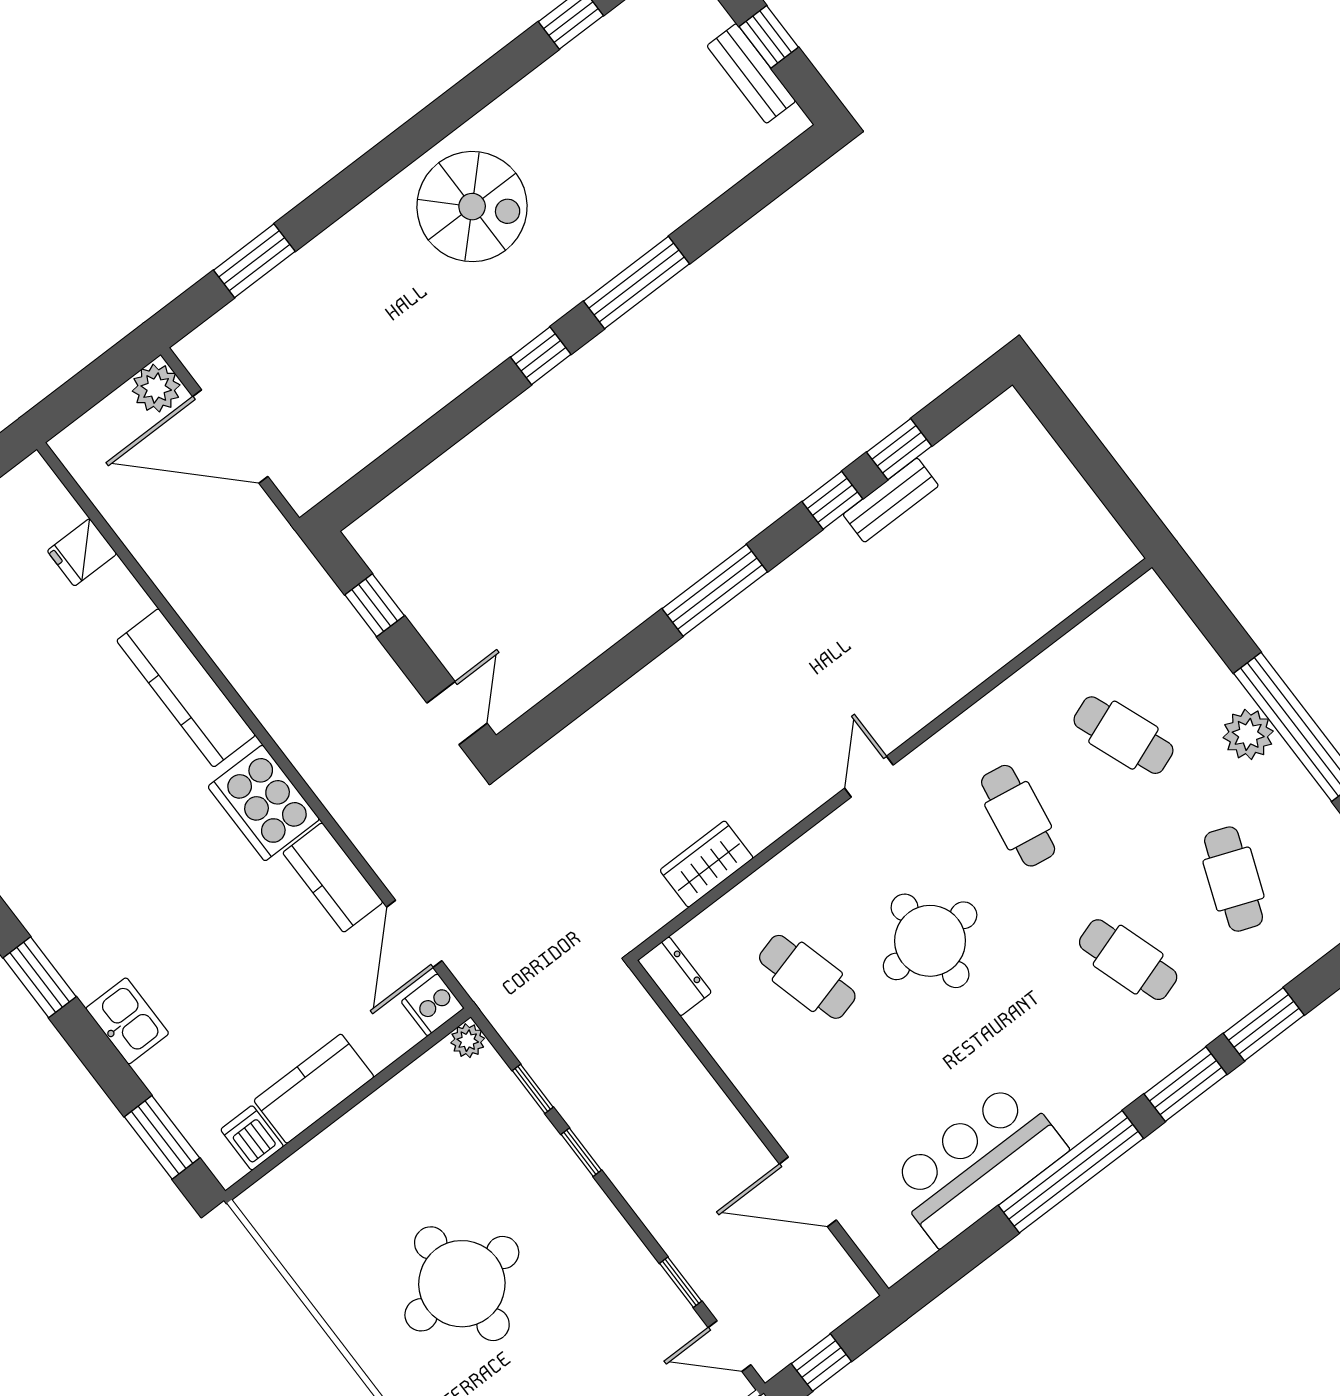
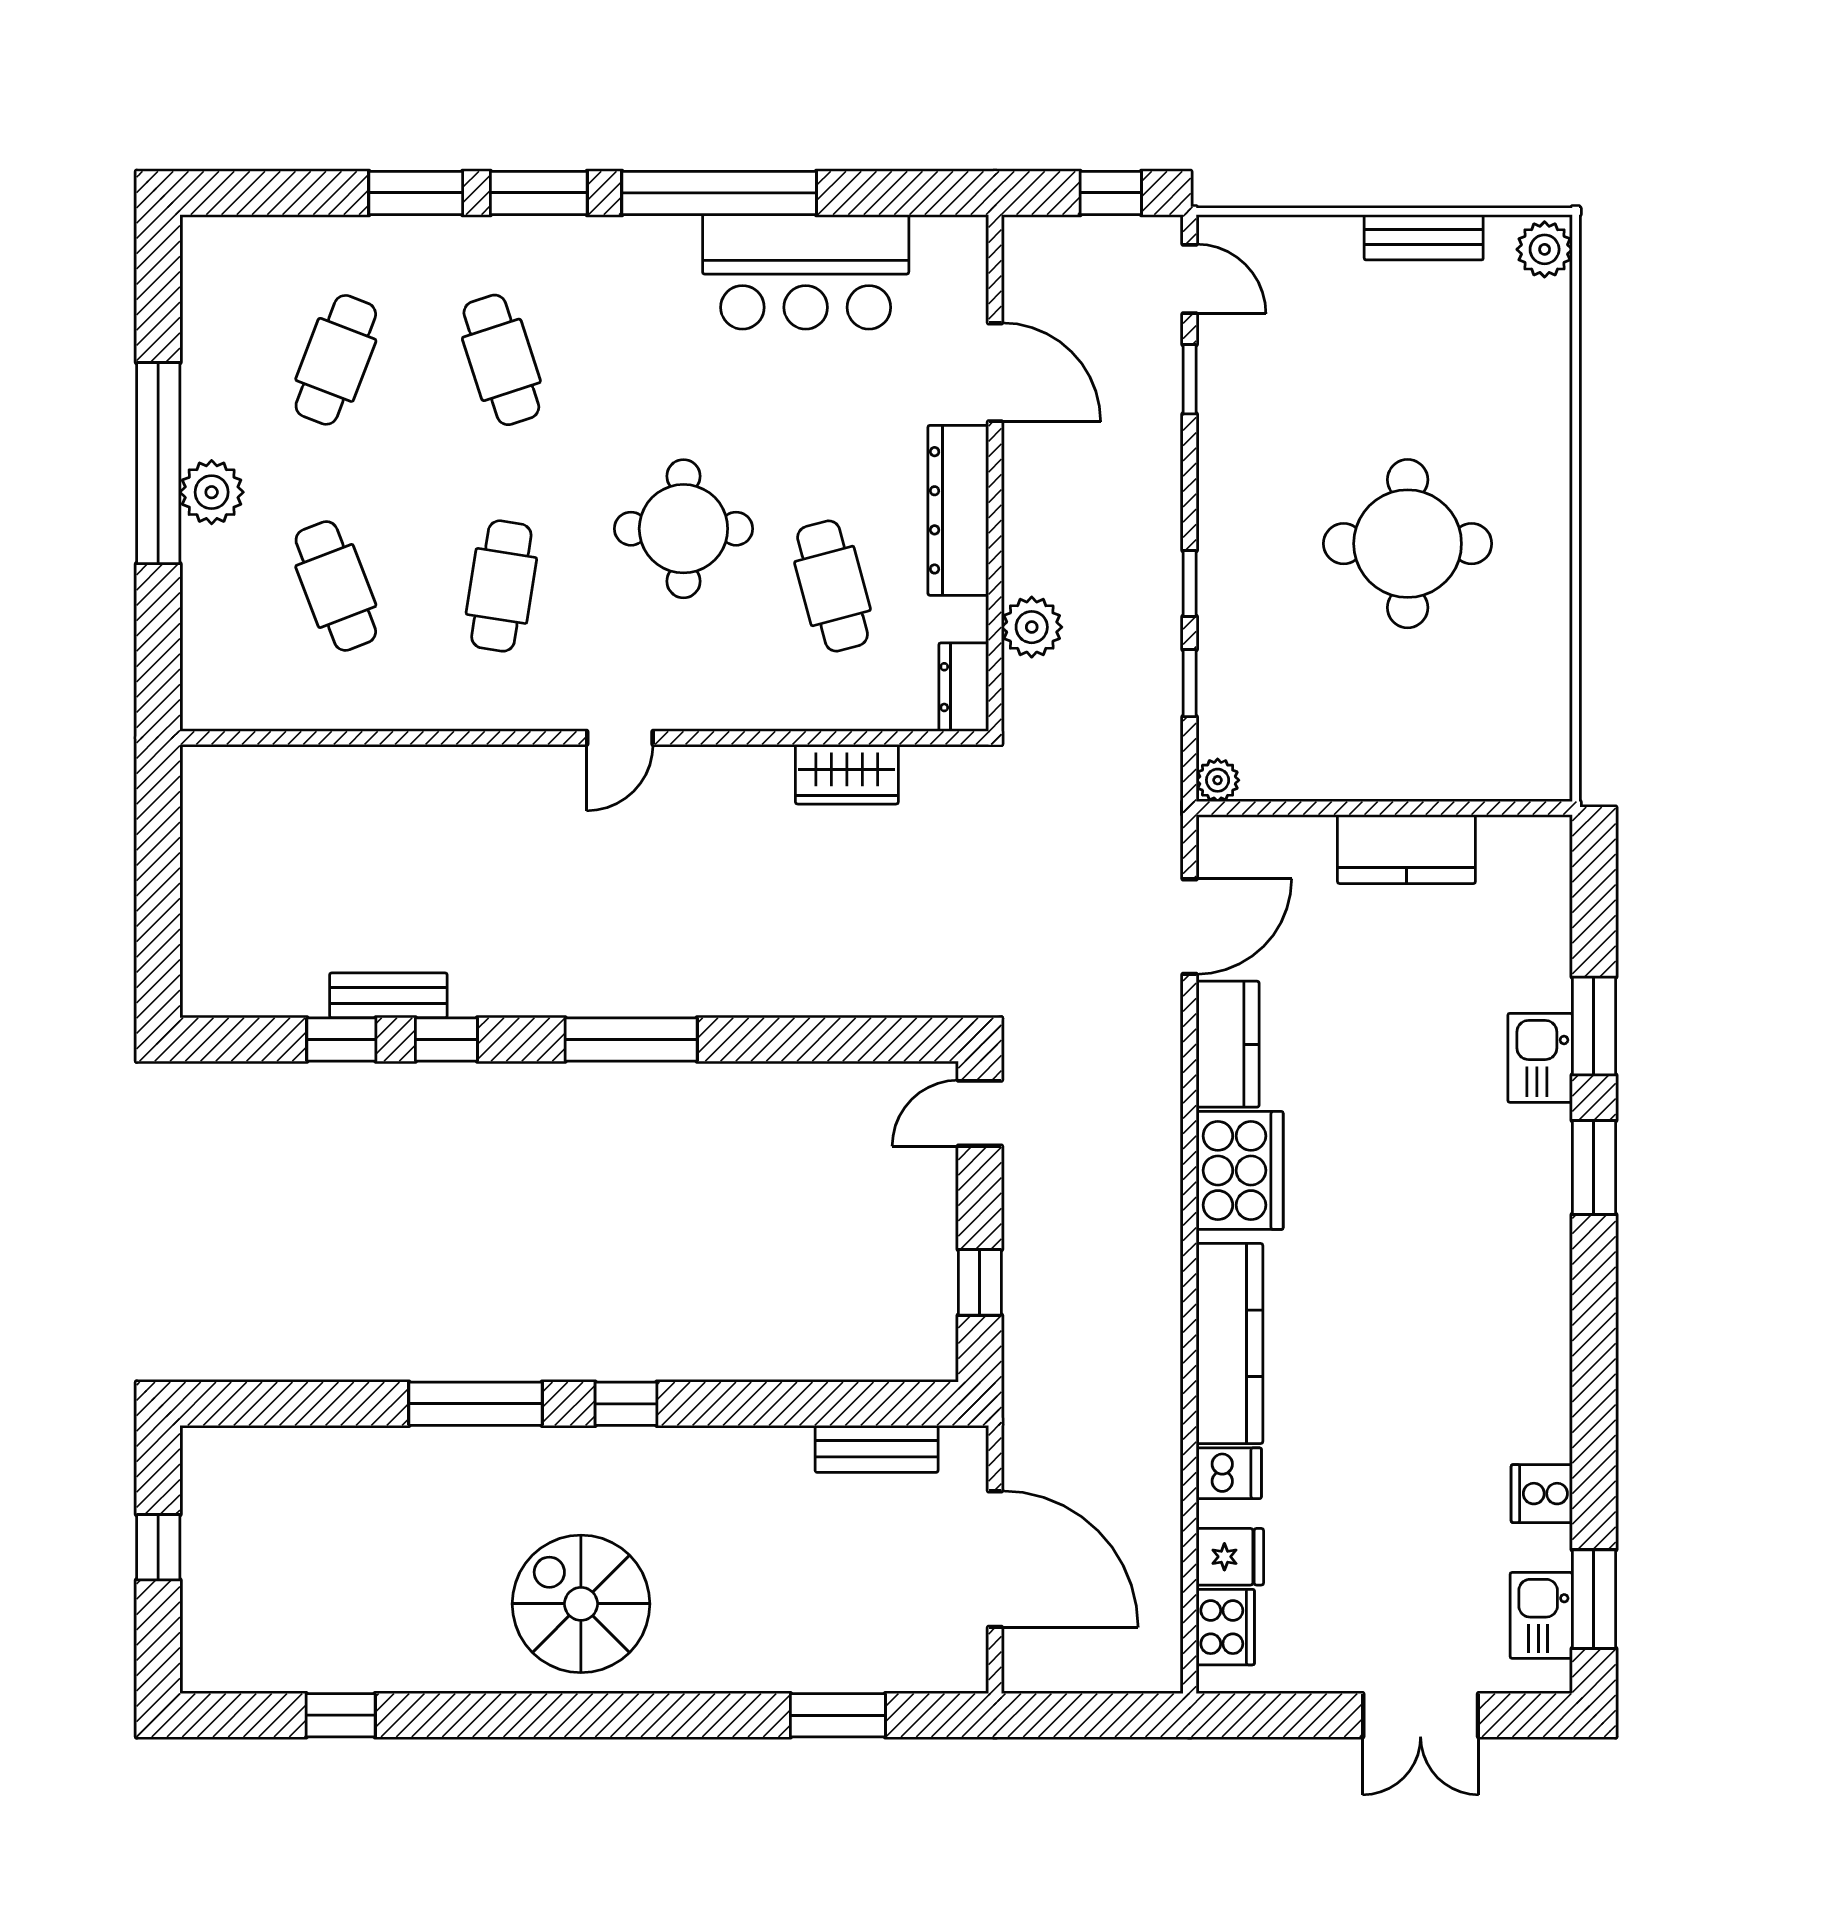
bench: (751, 73) -> (877, 1449), moved, turned 90
plant: (156, 388) -> (1032, 627), moved
cooker: (433, 1005) -> (1225, 1627), moved, width x1.36
dresser: (764, 1086) -> (958, 510), added
window: (162, 1137) -> (1594, 1026), moved
dishwasher: (252, 1138) -> (1229, 1473), moved, turned -90

